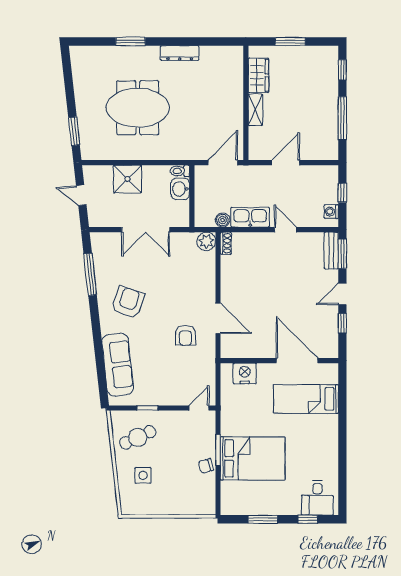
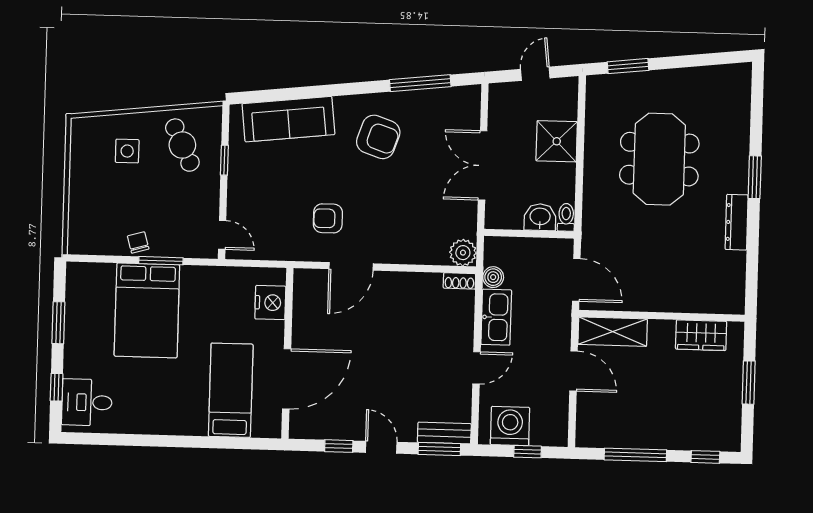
window: (131, 41) -> (755, 177), moved
shelving: (255, 110) -> (613, 332), moved, width x1.50, depth x1.33
washing machine: (331, 212) -> (510, 426), width x1.89, depth x1.89

